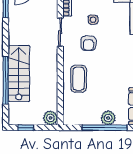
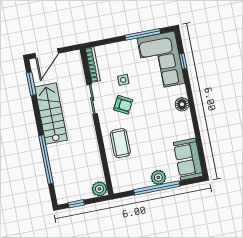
armchair: (88, 43) -> (123, 105), turned -62
stairs: (19, 73) -> (51, 114), moved

